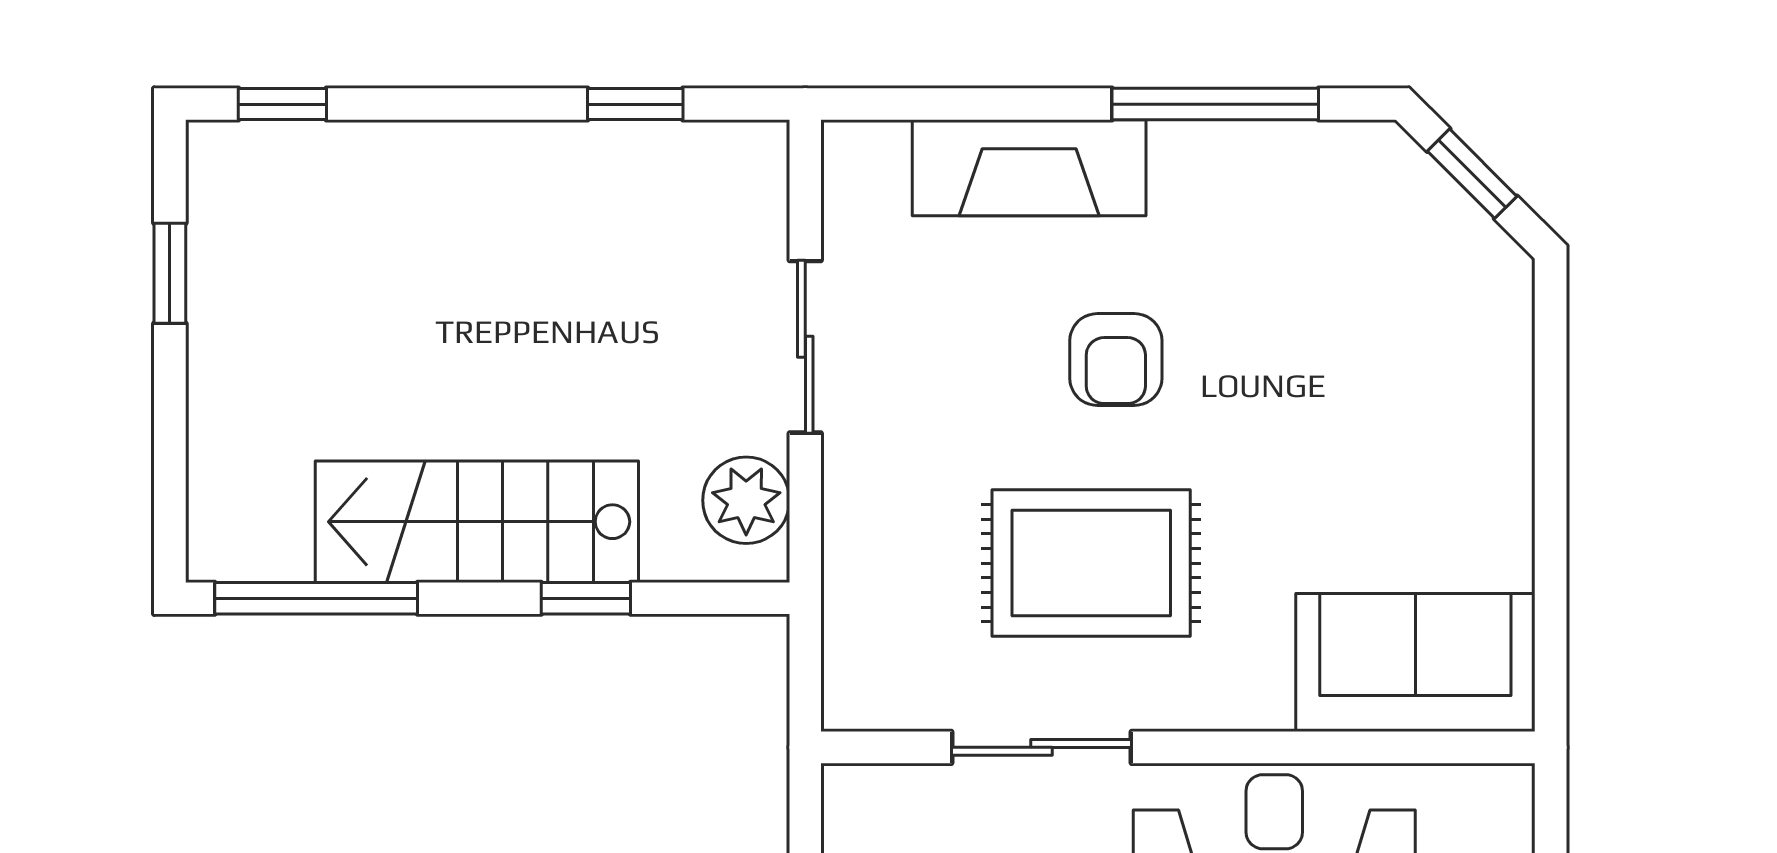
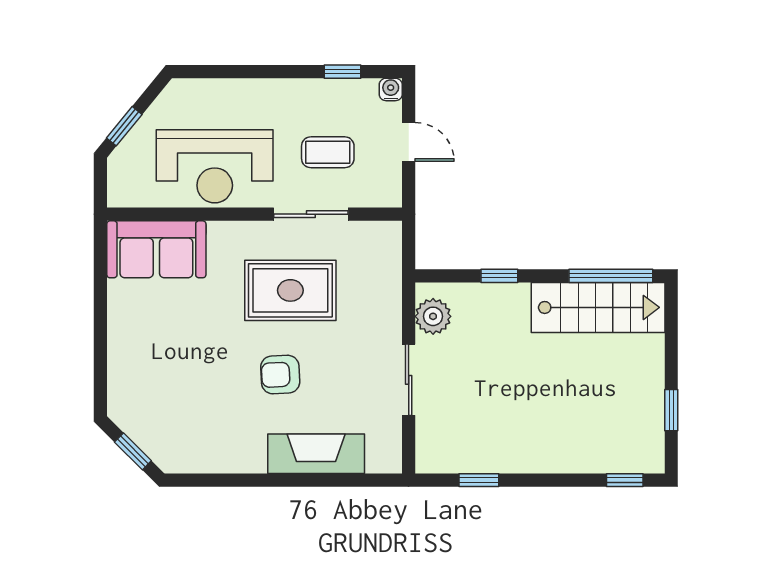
window: (1215, 104) -> (239, 480), removed
armchair: (1116, 359) -> (280, 375), turned -93
stairs: (477, 522) -> (598, 307), moved

